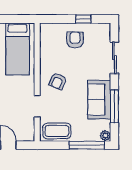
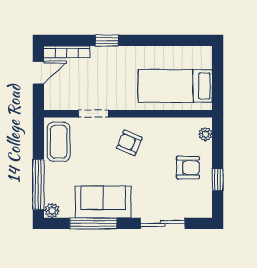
plant: (51, 28) -> (205, 134), added

